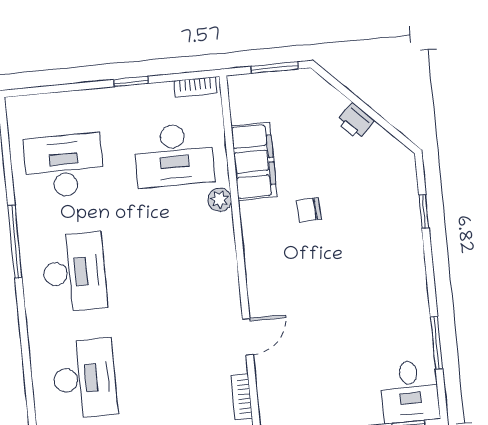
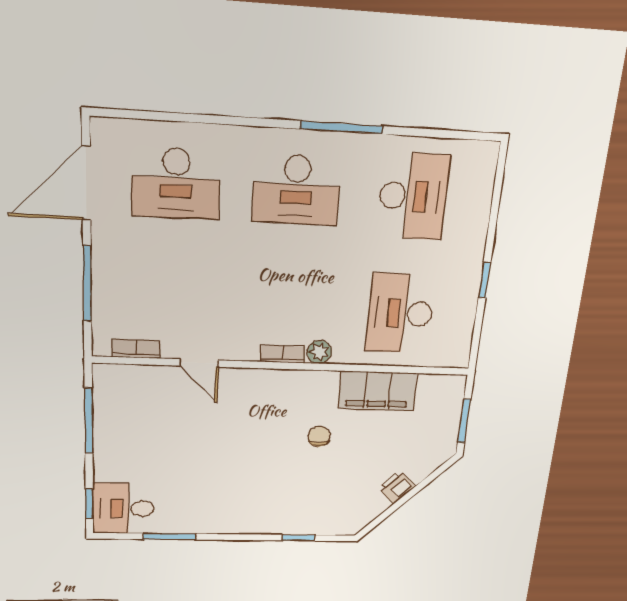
bookcase: (195, 87) -> (283, 354), moved, turned 90
plant: (220, 200) -> (319, 352), moved

